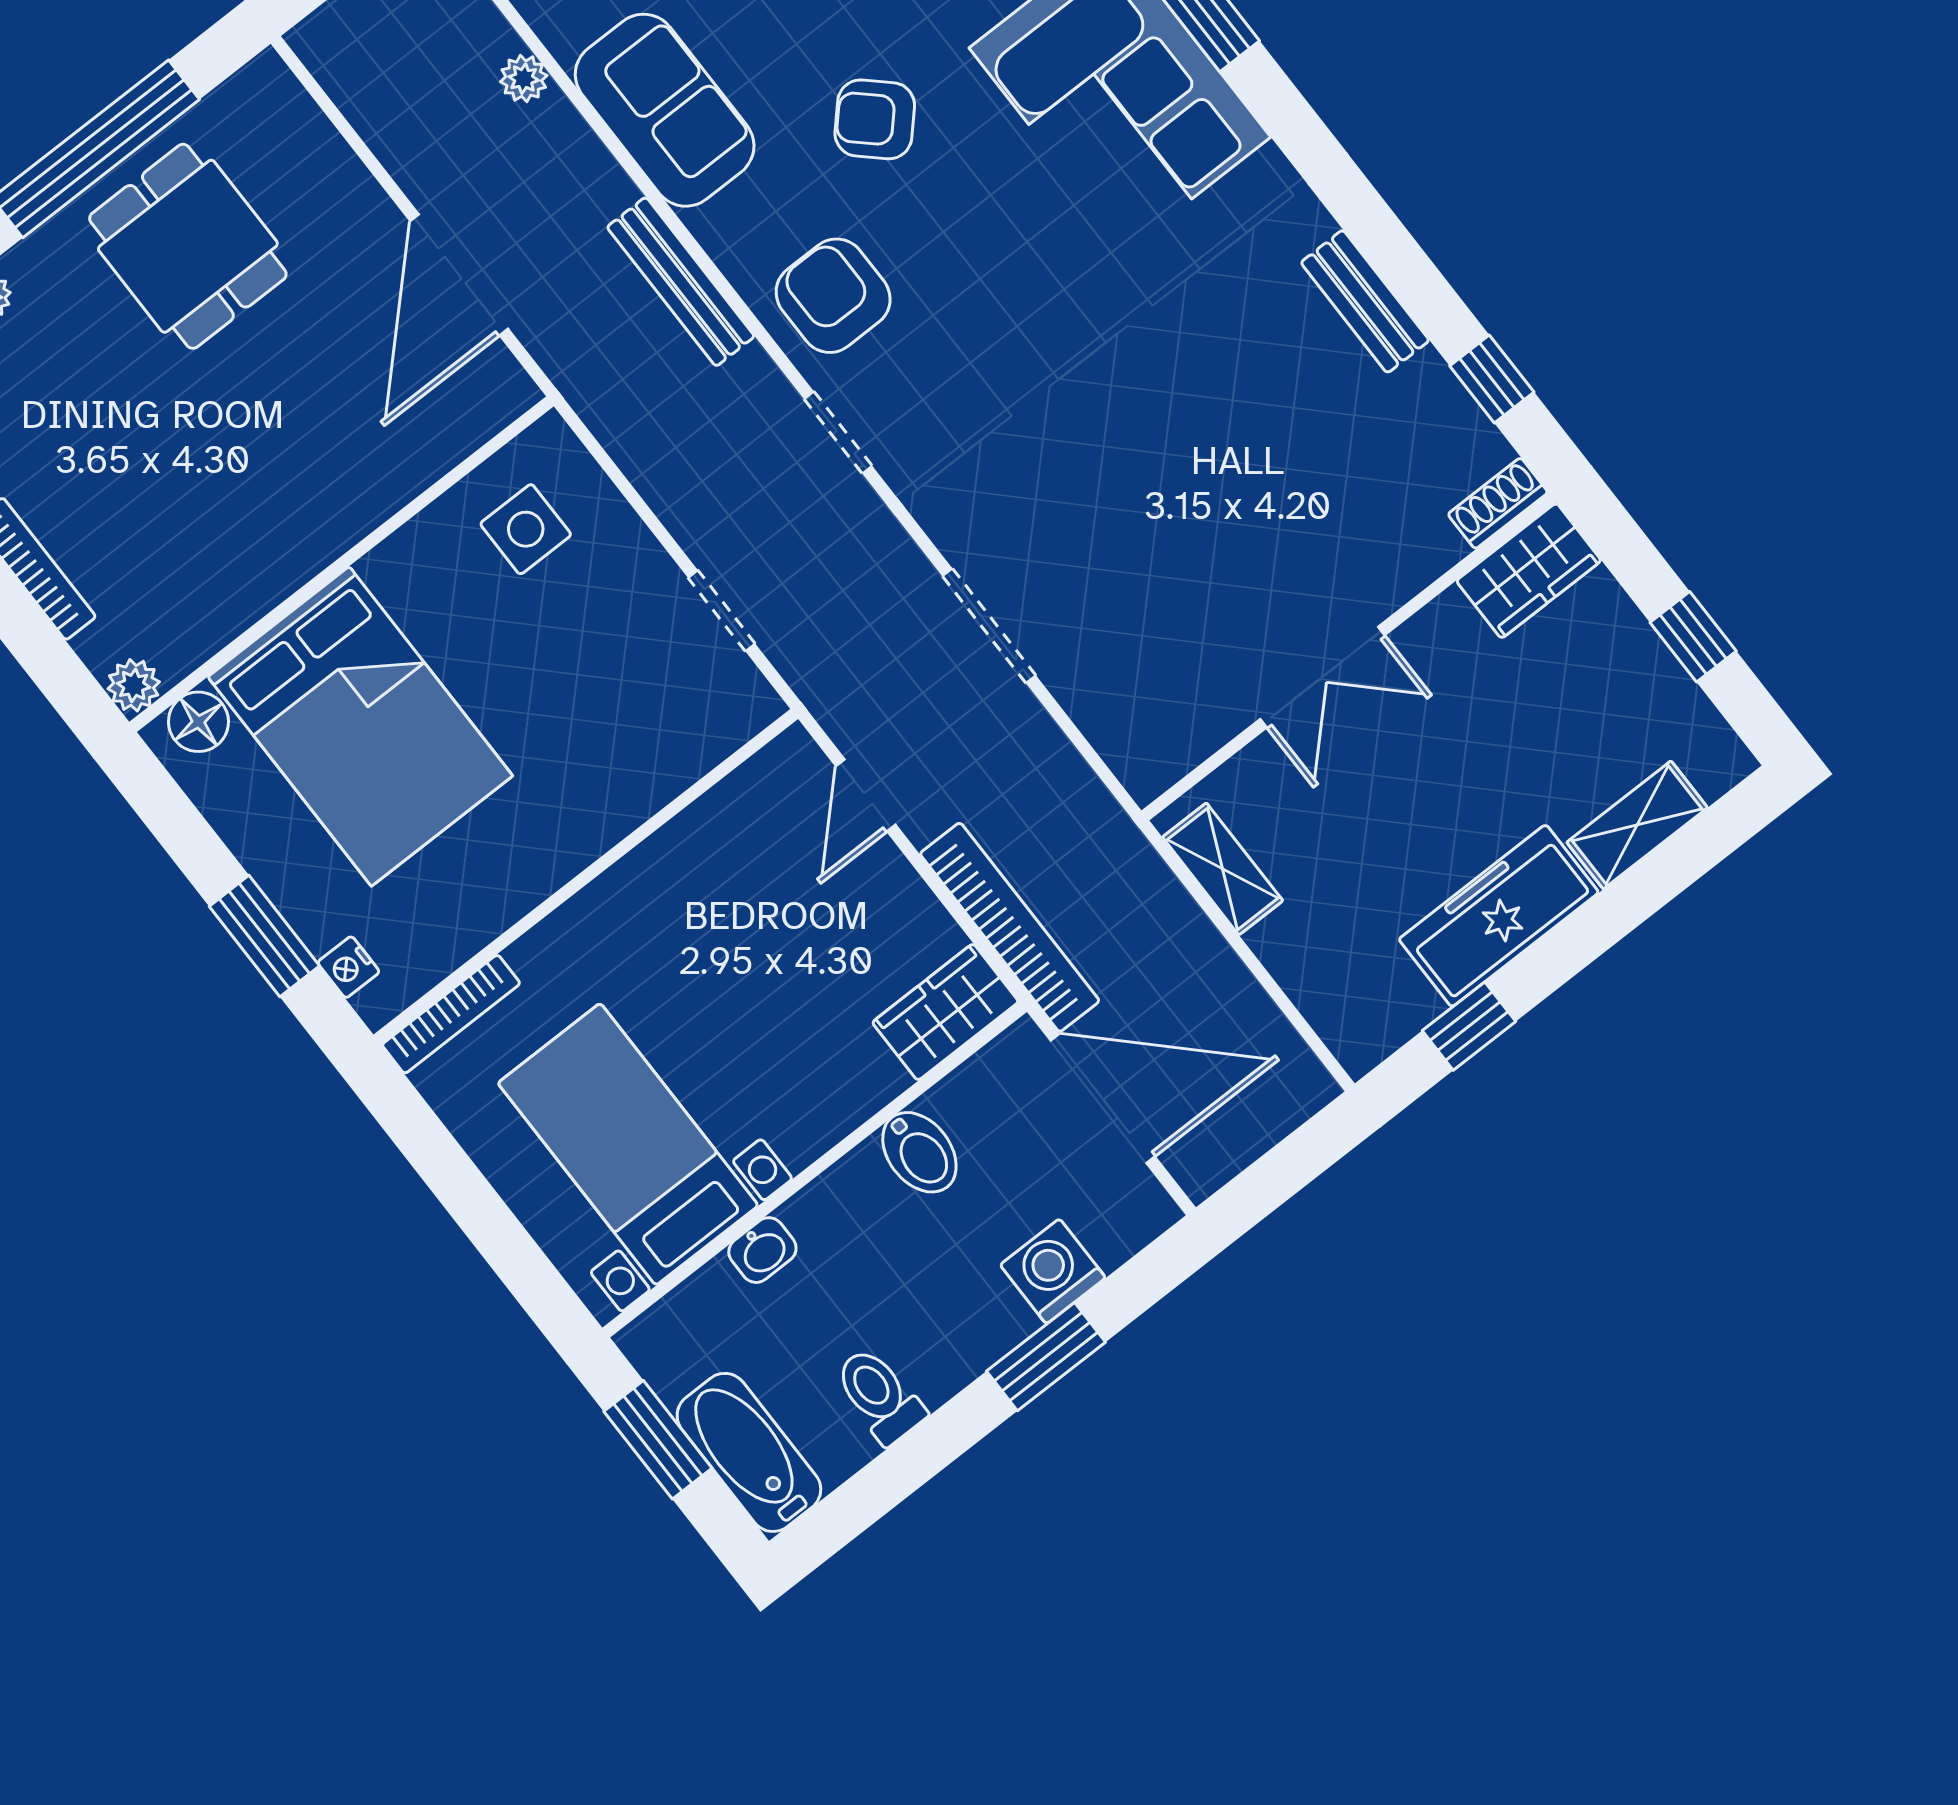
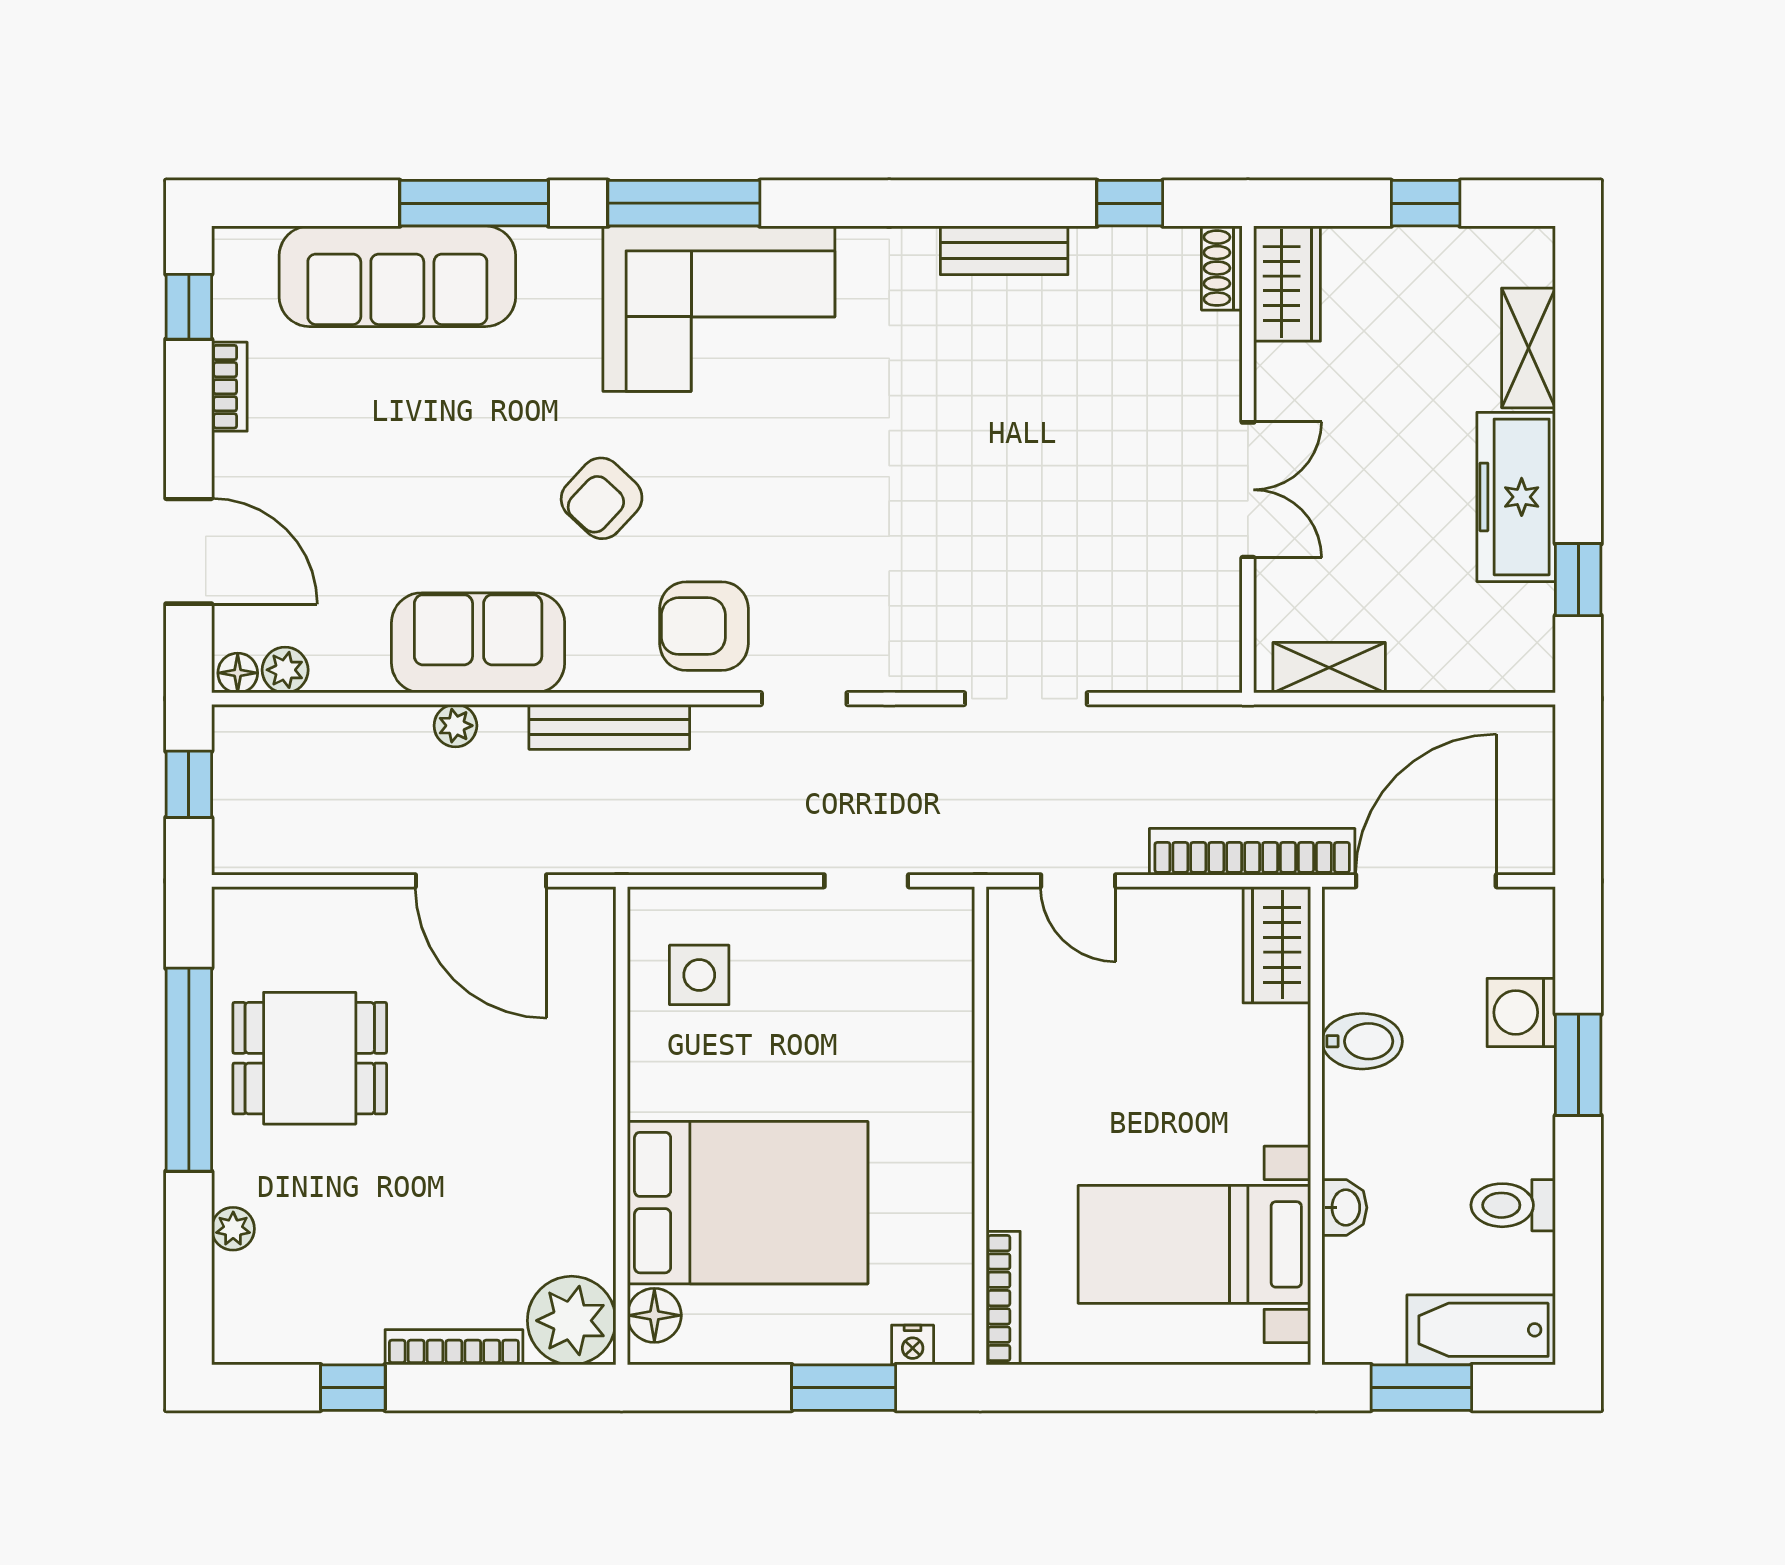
plant: (524, 79) -> (455, 726), moved
plant: (134, 685) -> (572, 1321), width x1.87, depth x1.87

